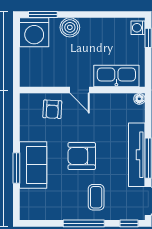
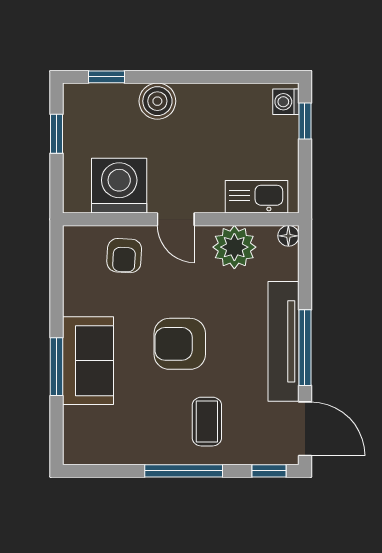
window: (43, 15) -> (107, 77), width x0.67
washing machine: (34, 32) -> (119, 186), moved, turned 180
window: (16, 45) -> (56, 134), added
kitchen sink: (116, 76) -> (256, 197), width x0.73, depth x0.81
plant: (111, 105) -> (234, 247), added

